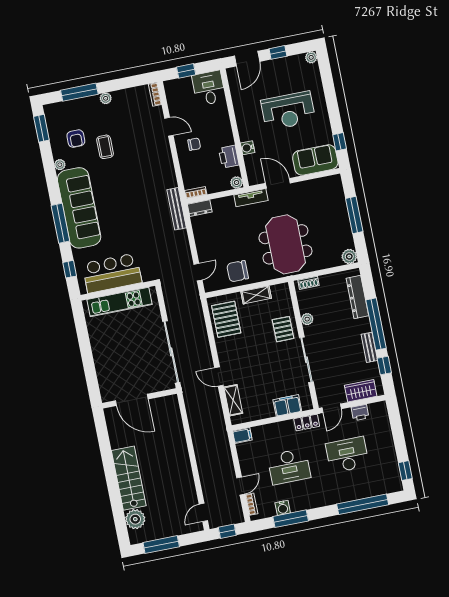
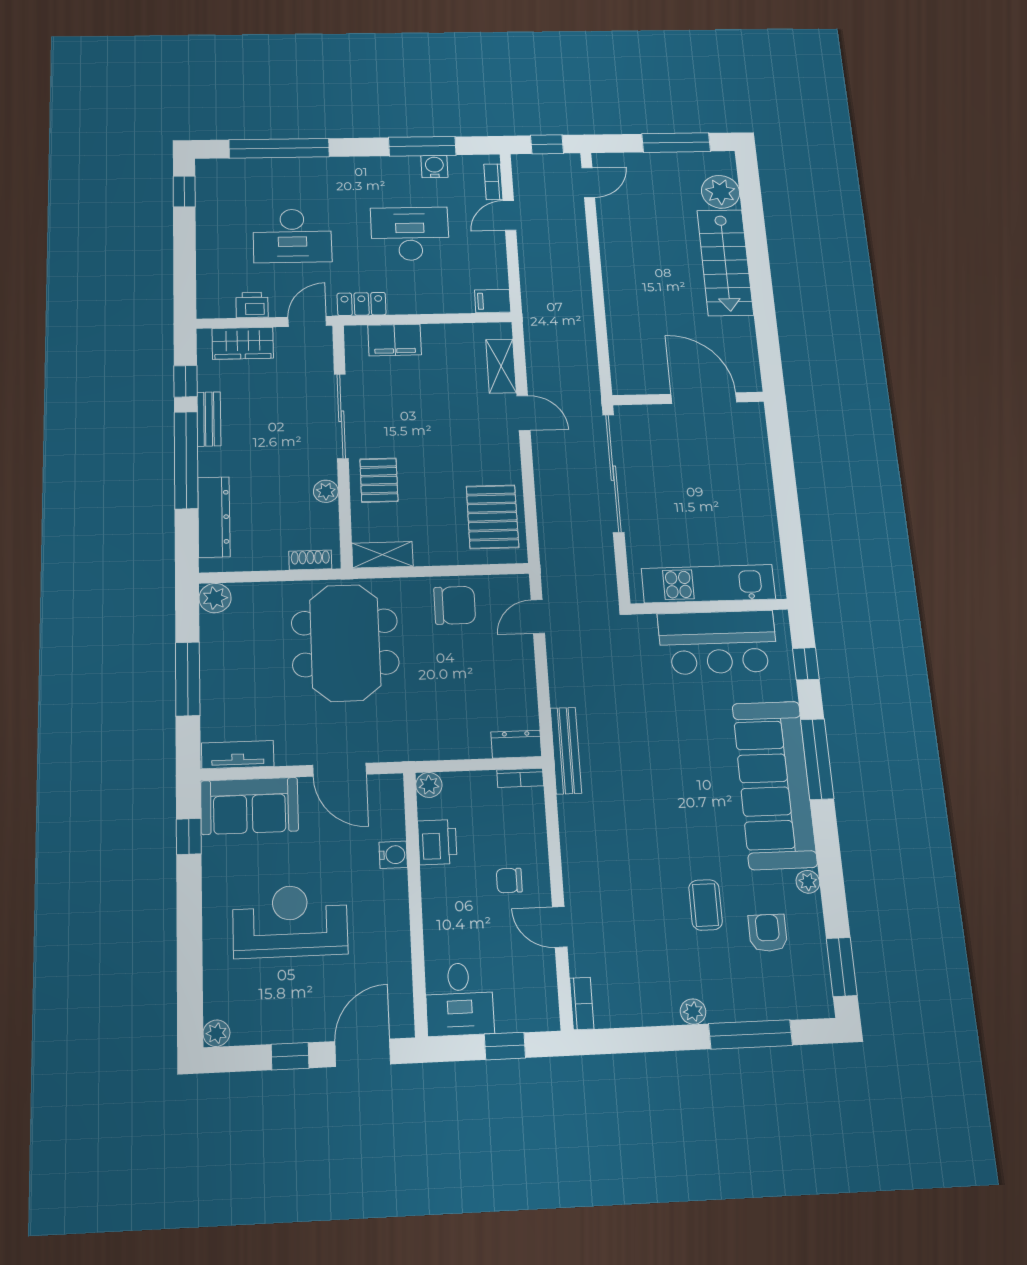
tv unit: (251, 198) -> (238, 755), moved
shelving: (256, 295) -> (382, 555), moved

